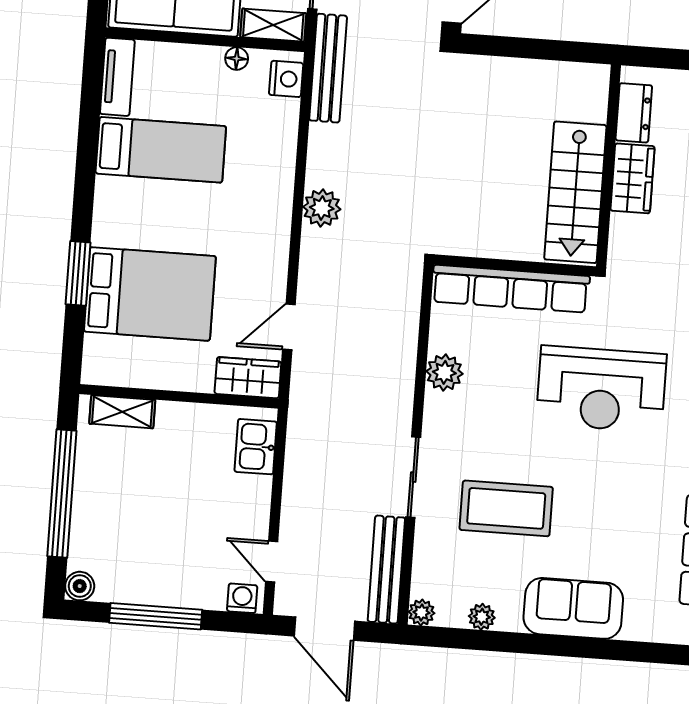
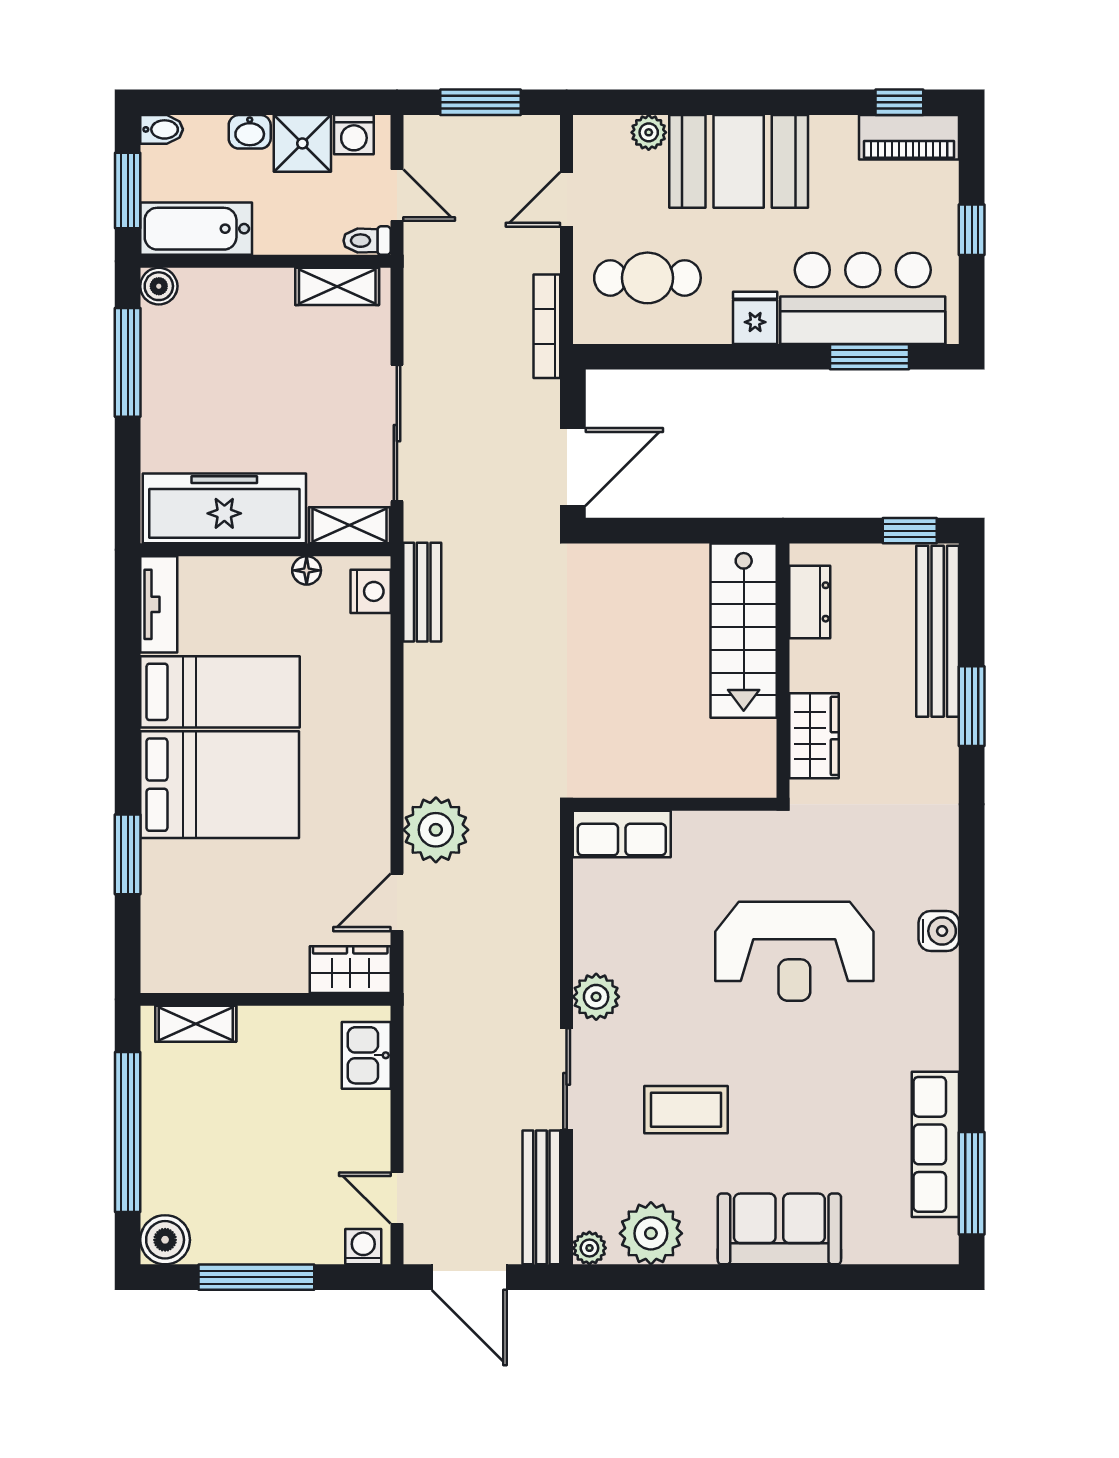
bench: (328, 68) -> (422, 592), width x0.73
wardrobe: (632, 178) -> (814, 736), moved
stairs: (575, 192) -> (744, 631), moved
plant: (322, 208) -> (436, 830), moved, width x1.36, depth x1.36
row of seats: (511, 289) -> (622, 834), width x0.50
bed: (150, 294) -> (220, 785), moved
plant: (444, 372) -> (596, 997), moved
coffee table: (506, 508) -> (686, 1110), width x0.73, depth x0.76
boiler: (80, 586) -> (165, 1240), width x1.36, depth x1.36
plant: (482, 617) -> (651, 1233), width x1.88, depth x1.88

